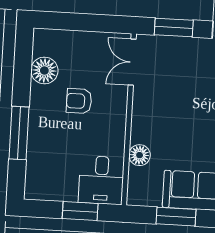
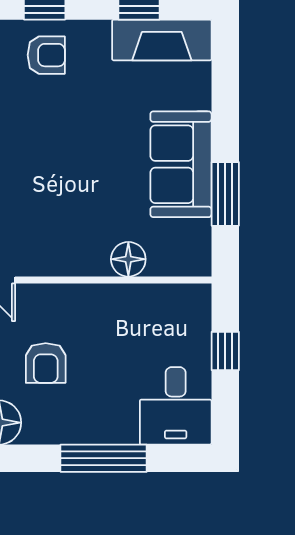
desk: (101, 180) -> (176, 406), moved, turned 90
window: (80, 211) -> (225, 351), width x0.67

